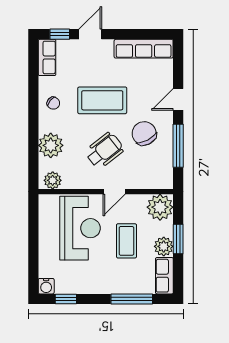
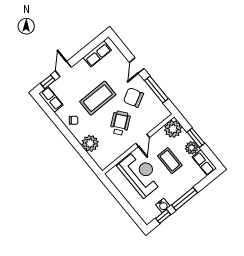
row of seats: (144, 49) -> (97, 54), width x0.68
plant: (53, 180) -> (106, 161), removed
water cooler: (46, 286) -> (163, 205), moved
window: (132, 299) -> (184, 199), moved

